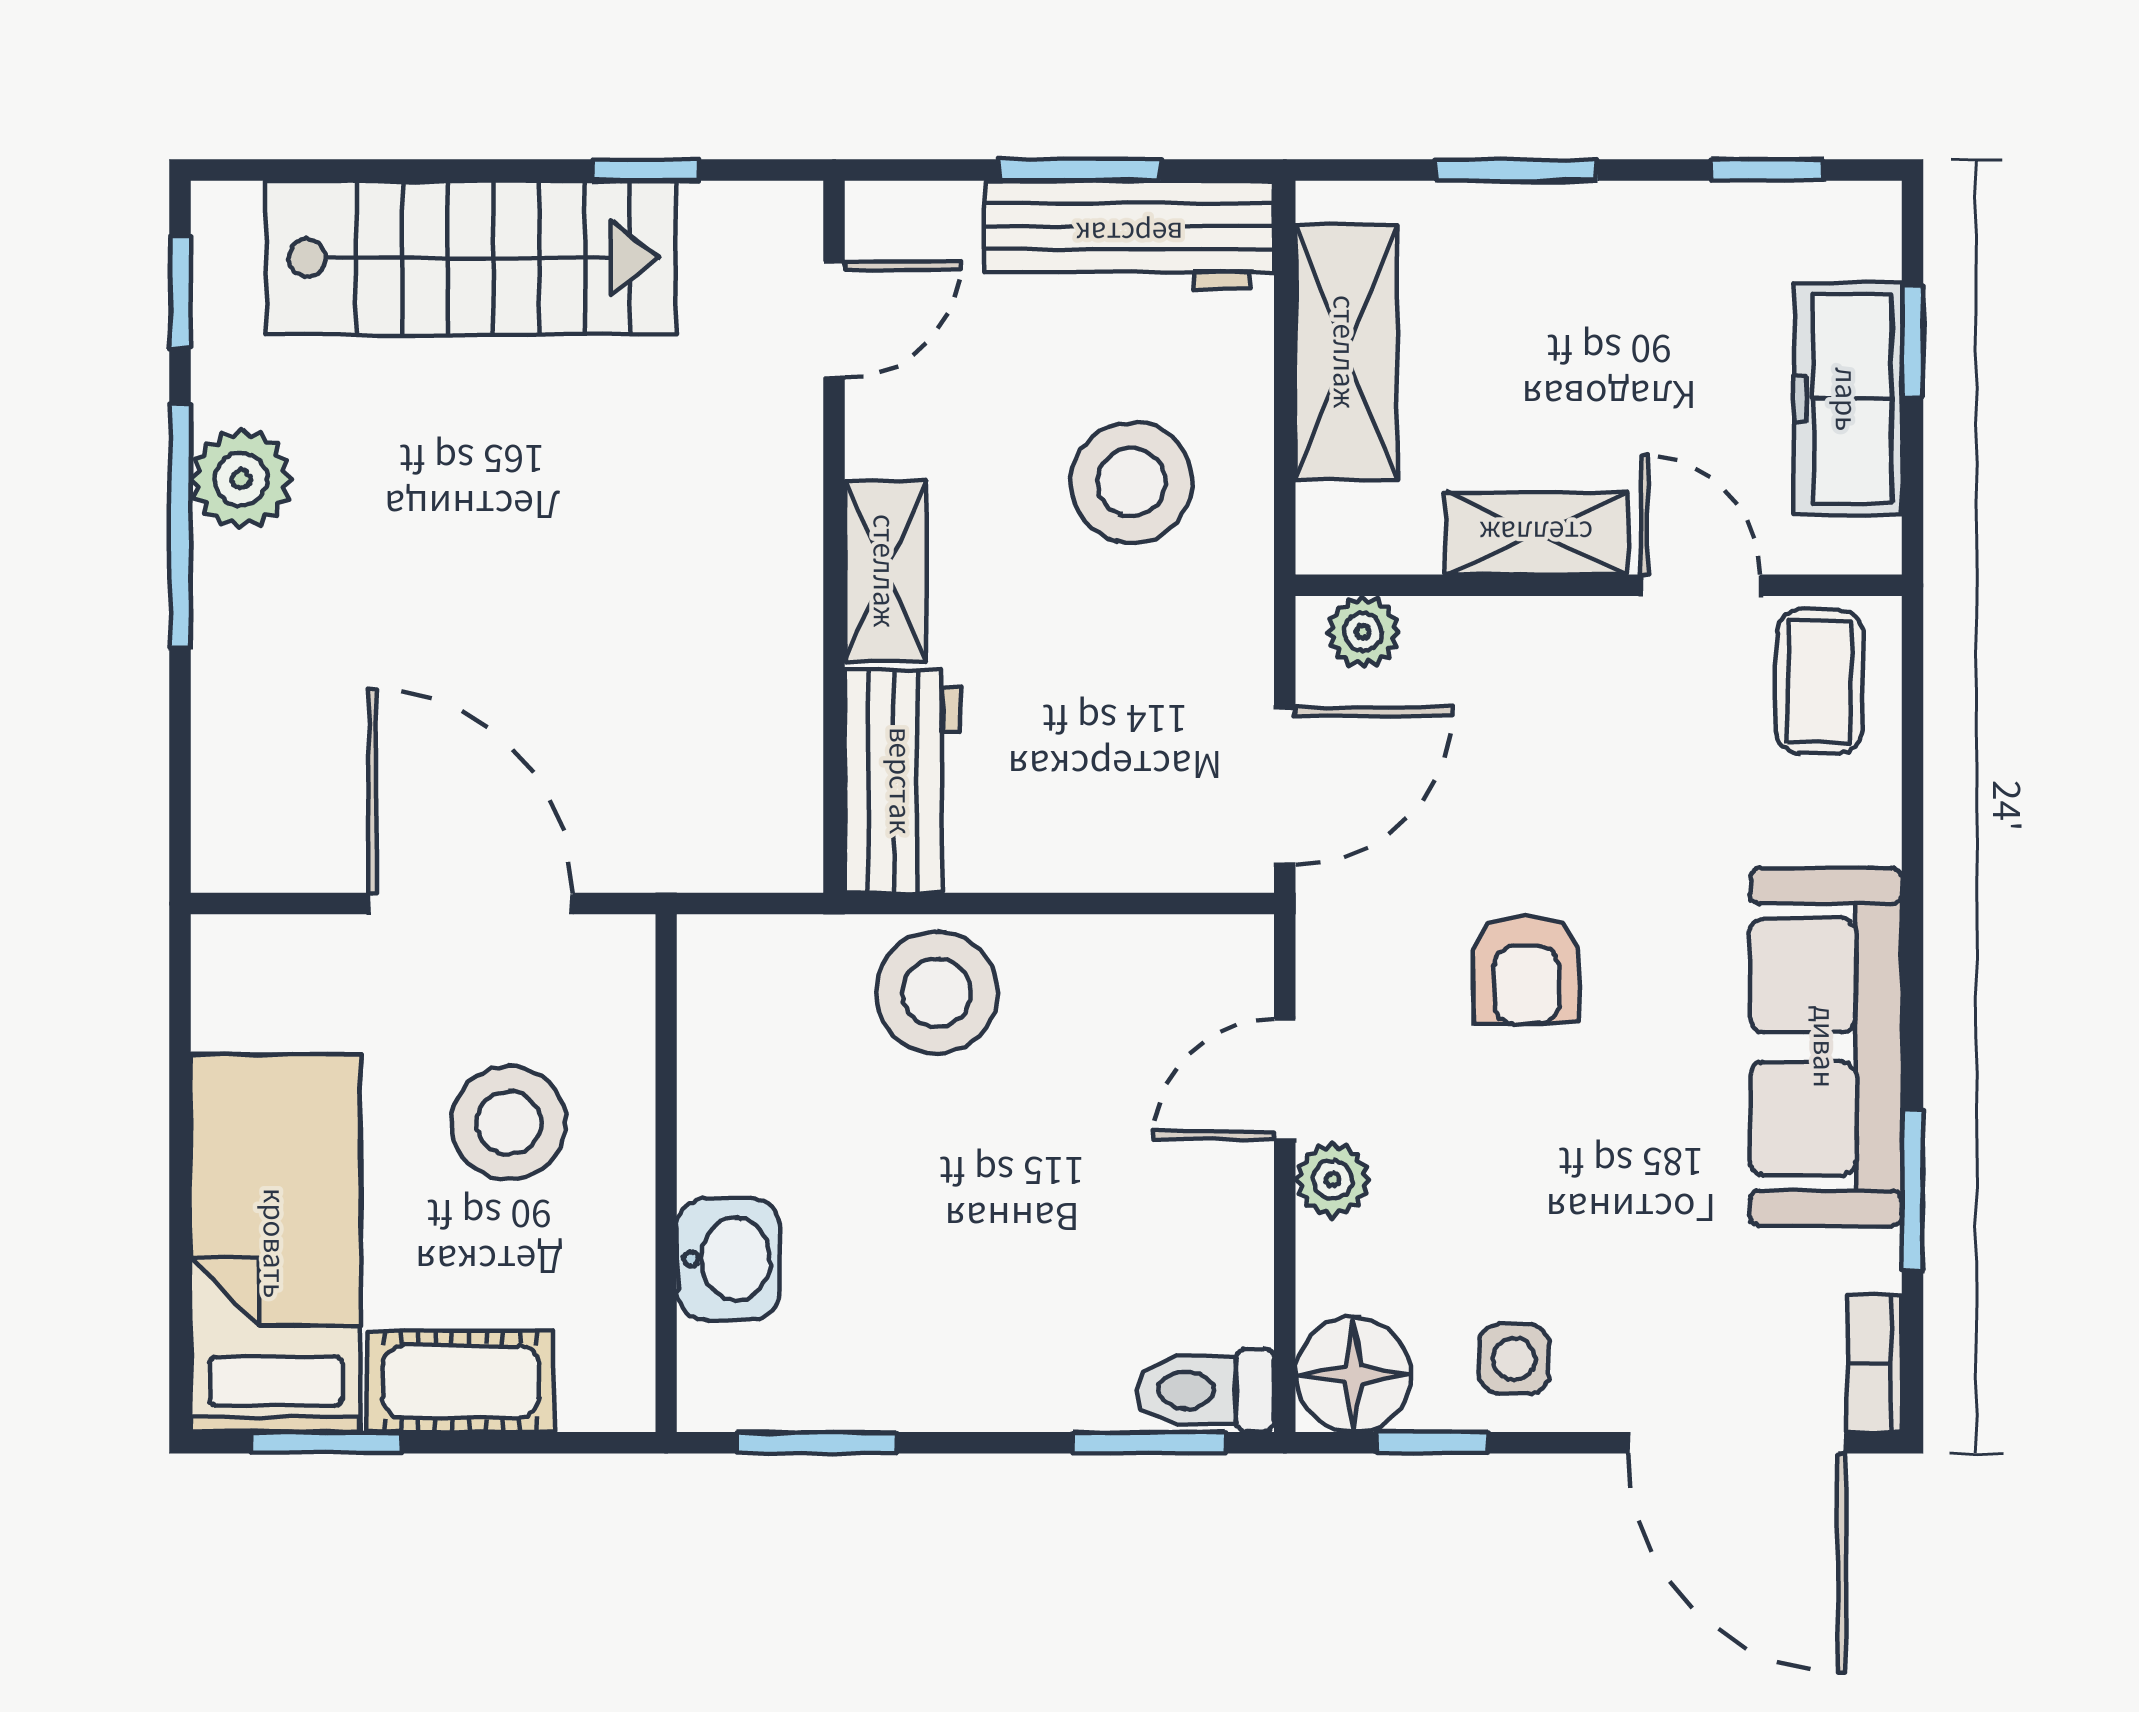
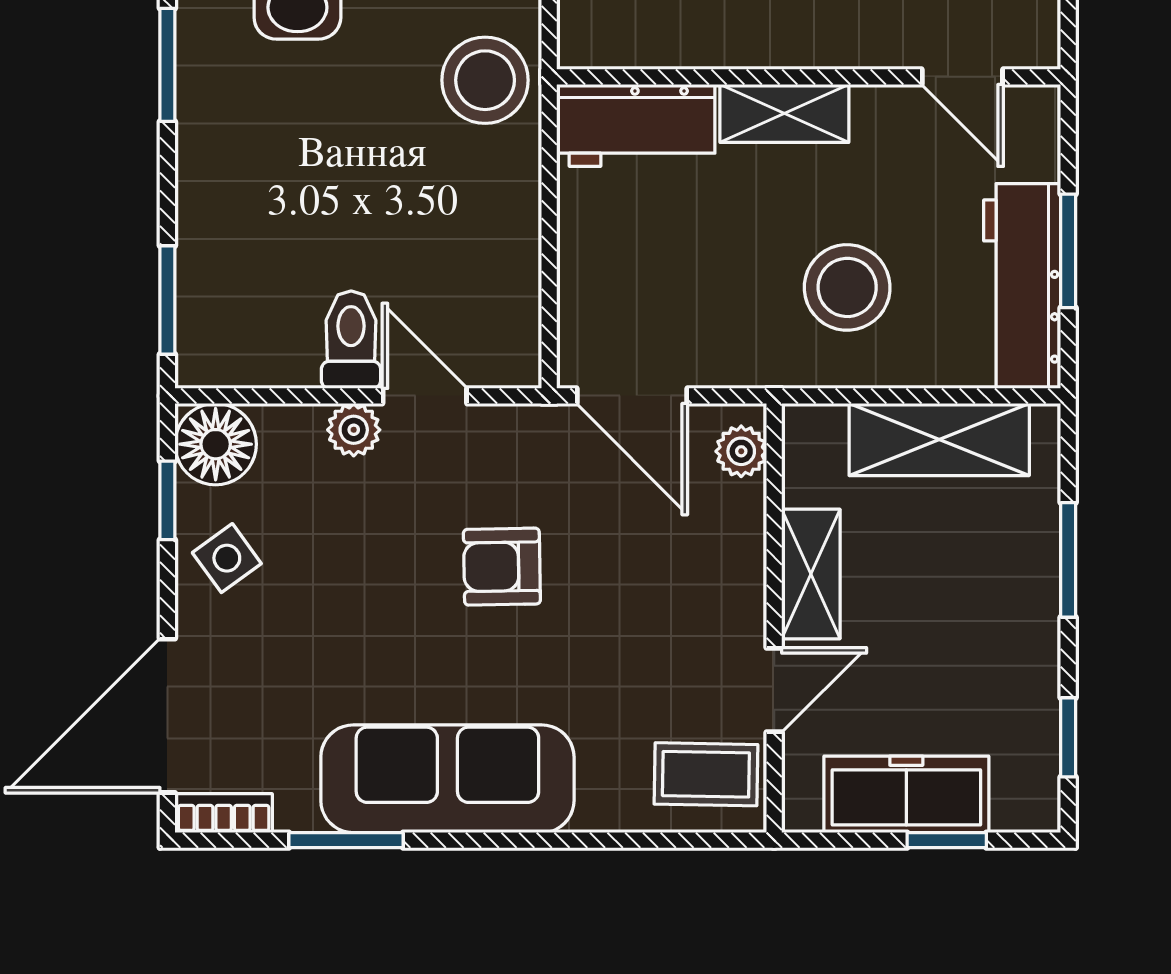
stool: (937, 993) -> (485, 80), moved
side table: (1514, 1359) -> (227, 558), turned -36
toilet: (1205, 1390) -> (351, 340), moved

